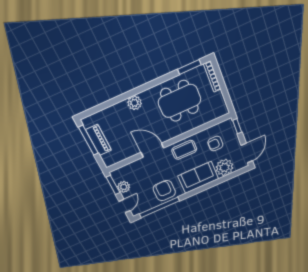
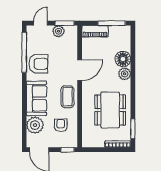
floor lamp: (120, 112) -> (123, 59), added
piano: (99, 140) -> (95, 31), moved
door: (125, 206) -> (40, 23), swing flipped

